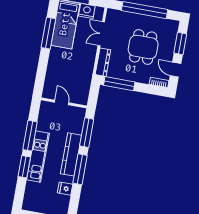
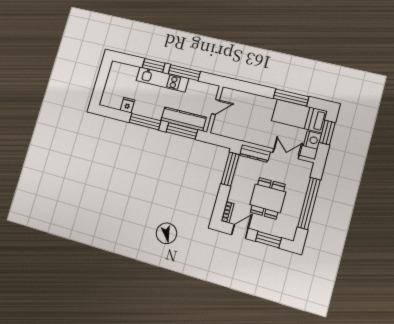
dining table: (143, 47) -> (268, 198), turned 90
kitchen counter: (71, 154) -> (184, 119), moved

